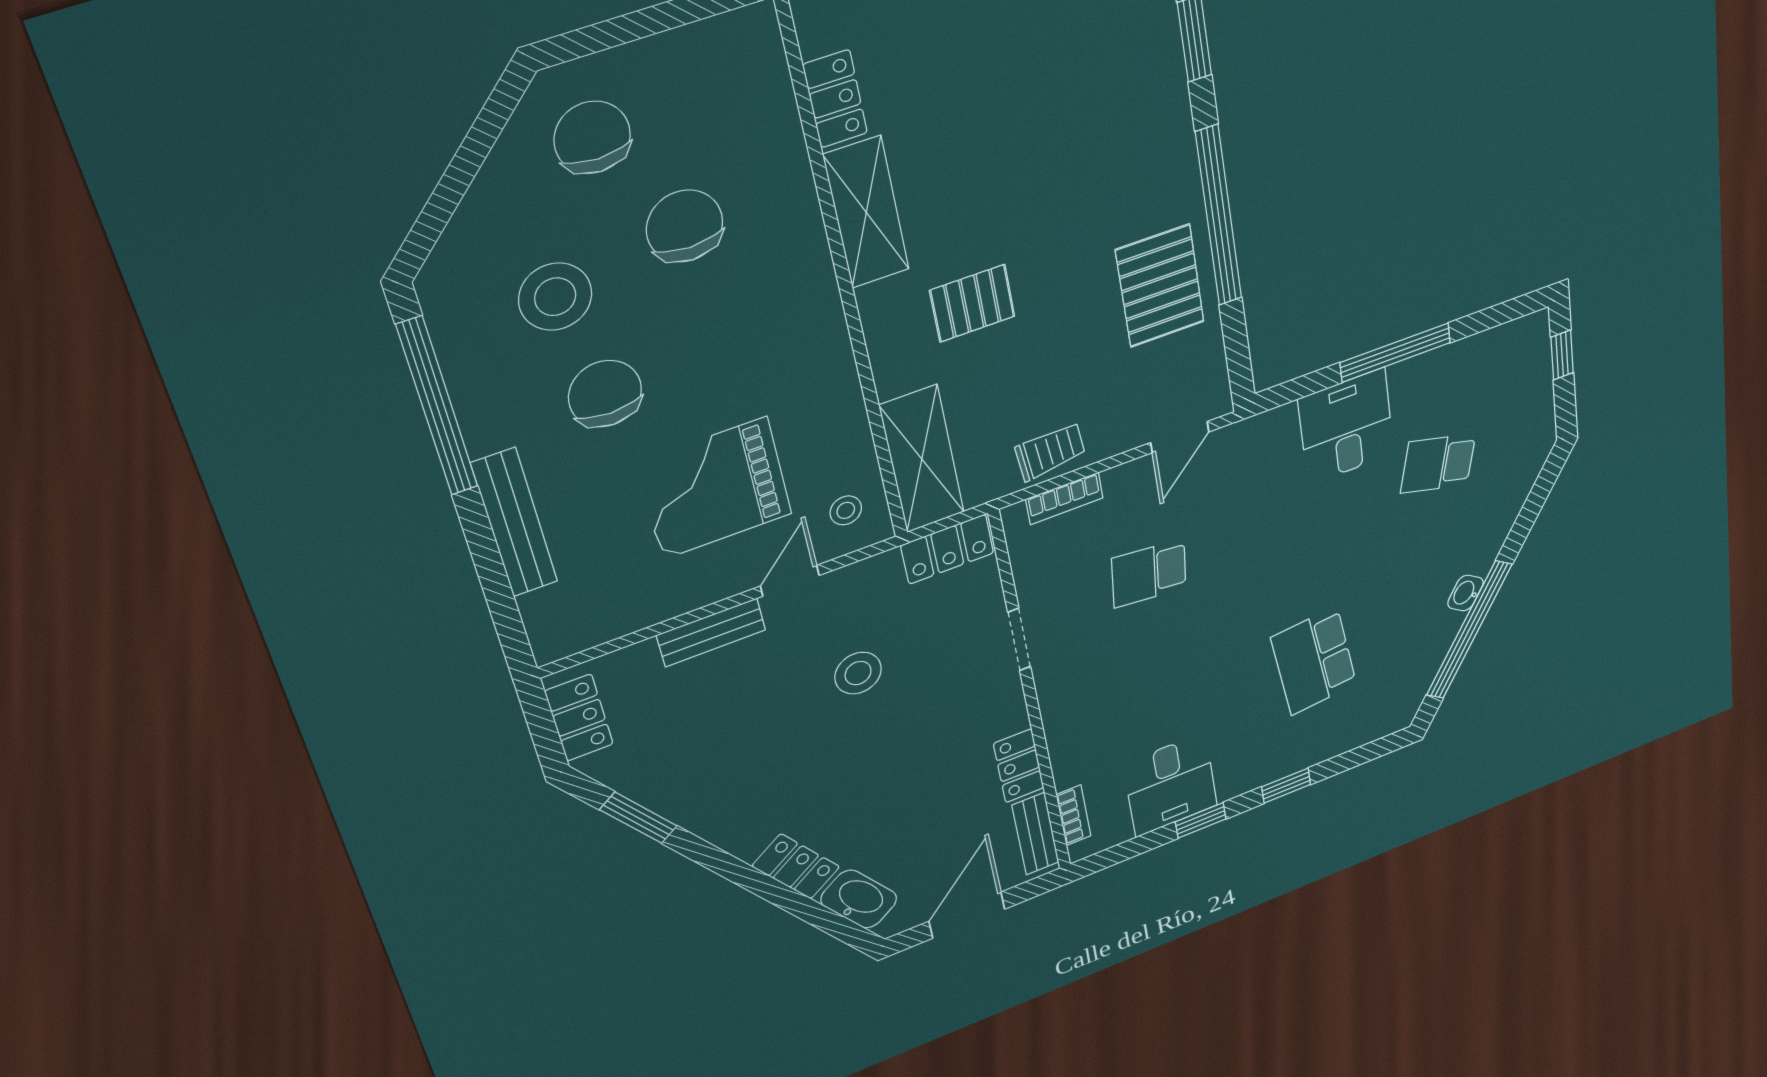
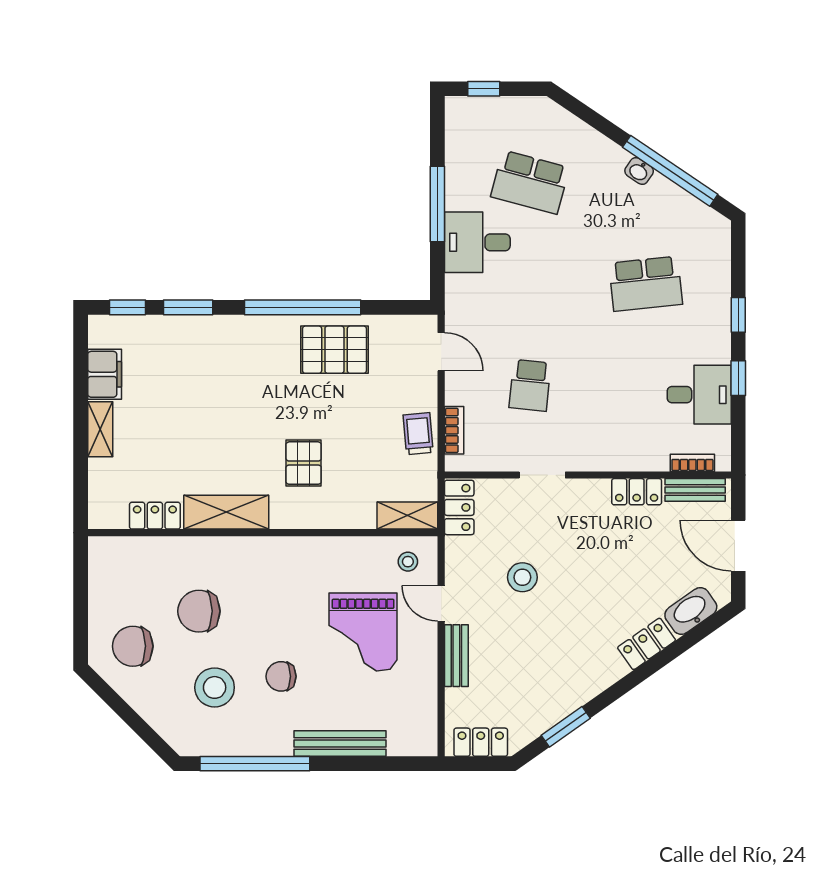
chair: (605, 394) -> (281, 676), width x0.73, depth x0.73
shelving: (922, 459) -> (407, 516), width x0.67, depth x0.75
school desk: (1438, 463) -> (530, 182), width x1.85

